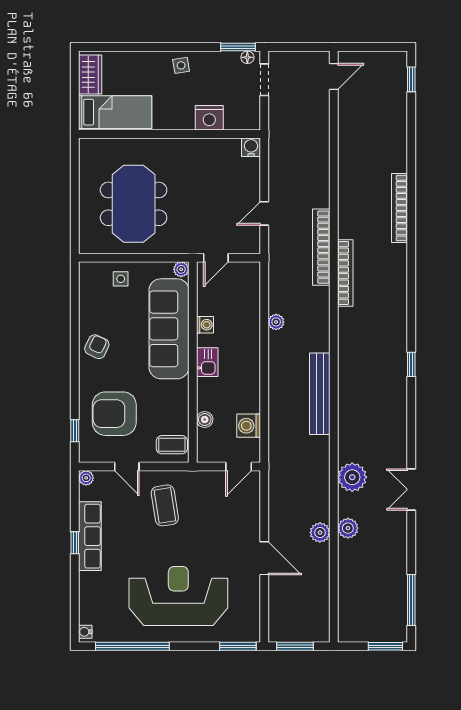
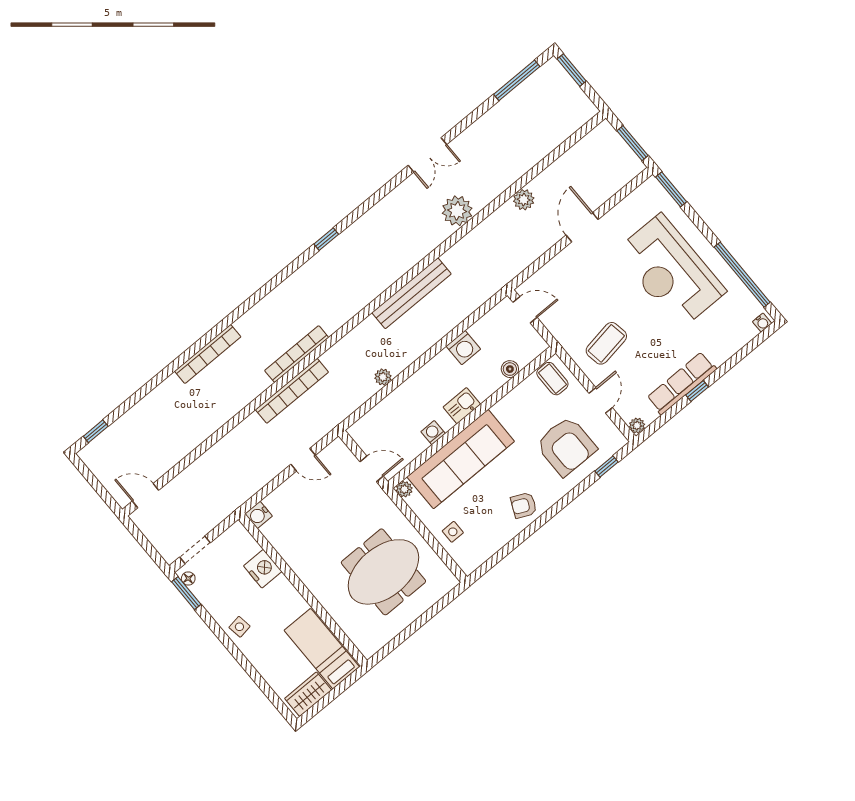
washing machine: (249, 426) -> (463, 348), moved
plant: (348, 528) -> (501, 180), removed

